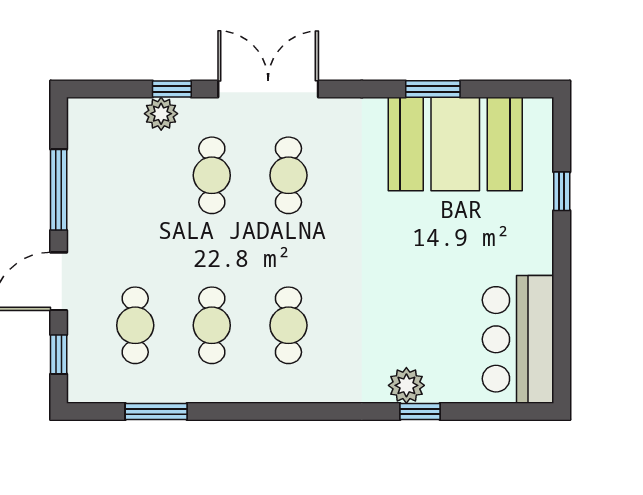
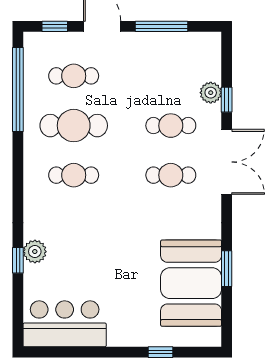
cafe table: (212, 325) -> (74, 126), width x1.37, depth x1.35
window: (156, 412) -> (18, 89), width x2.11

